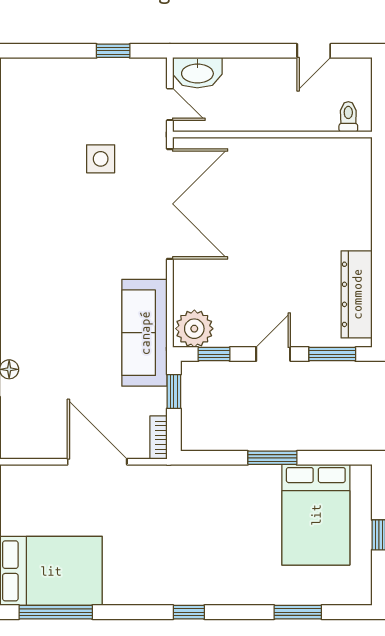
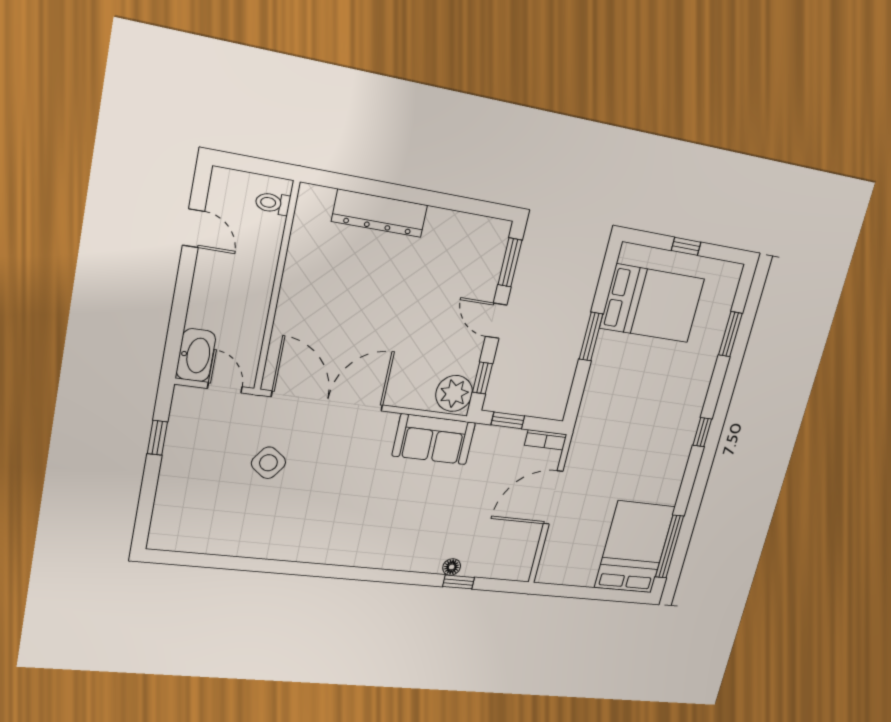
door: (170, 104) -> (225, 388), hinge flipped
side table: (101, 159) -> (268, 463), turned 37
dresser: (357, 294) -> (380, 213), moved
sofa: (145, 333) -> (434, 439), width x0.73

